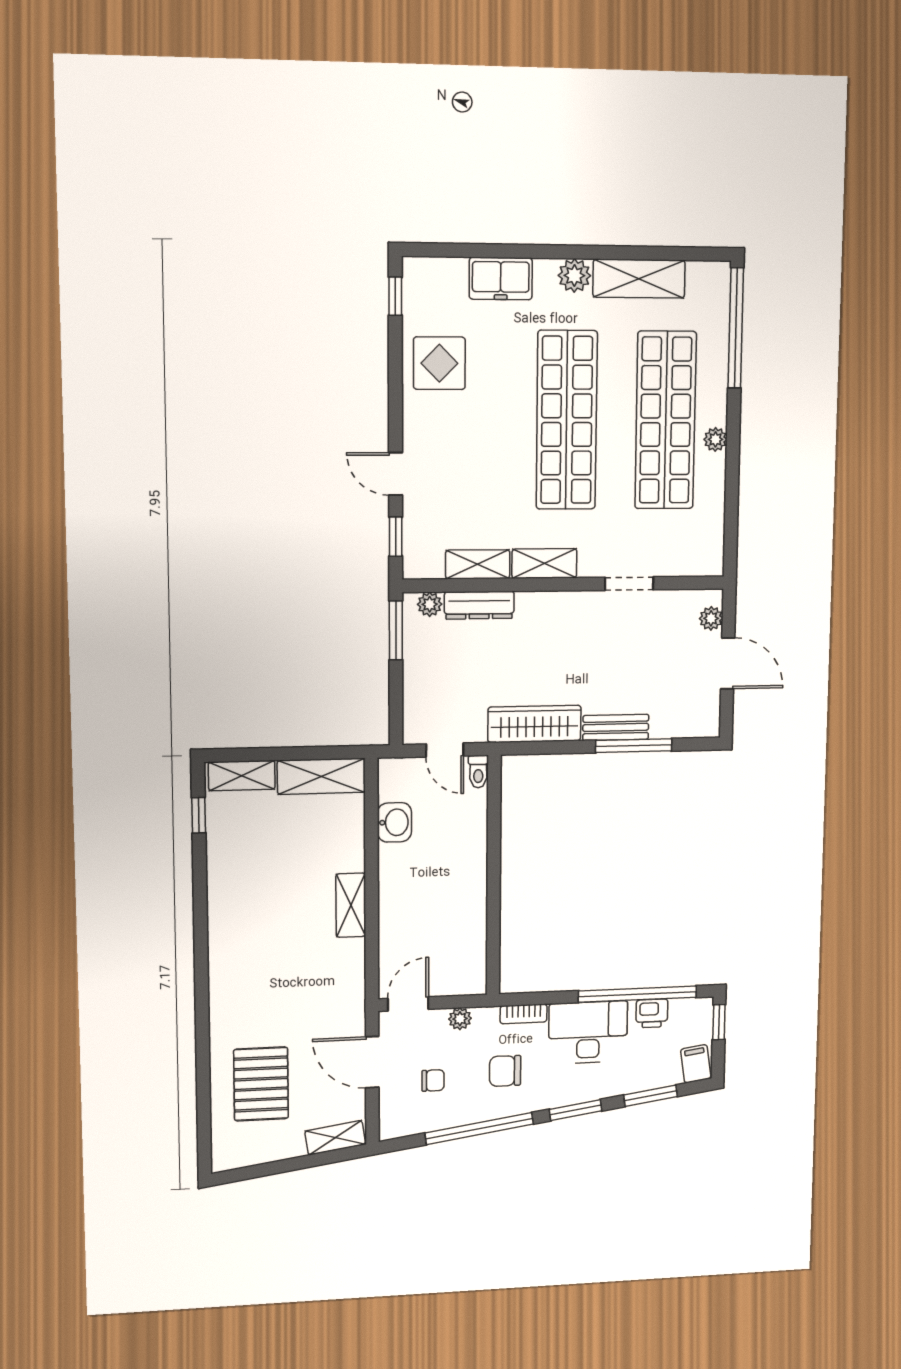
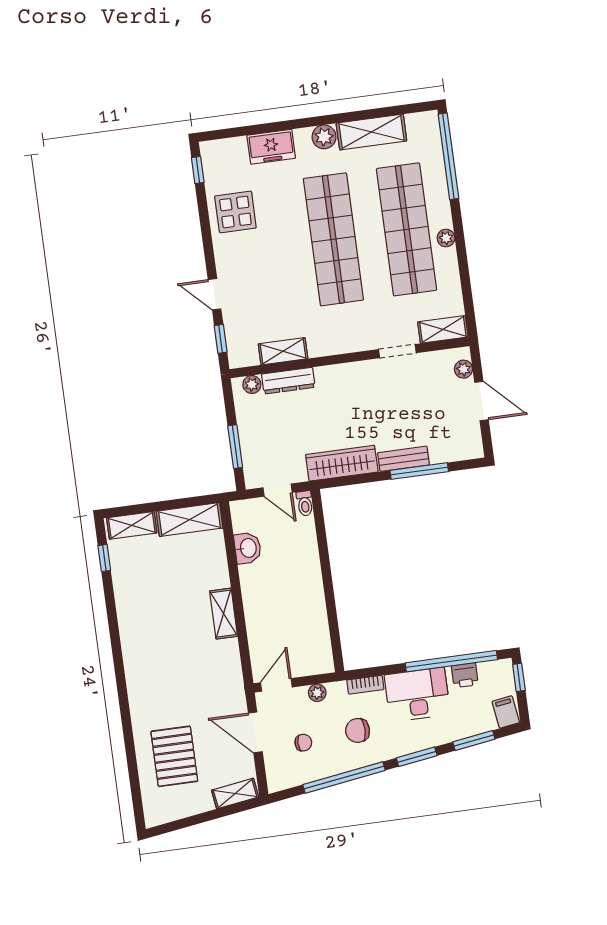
shelving: (544, 563) -> (443, 329), moved
window: (396, 630) -> (235, 447), moved

